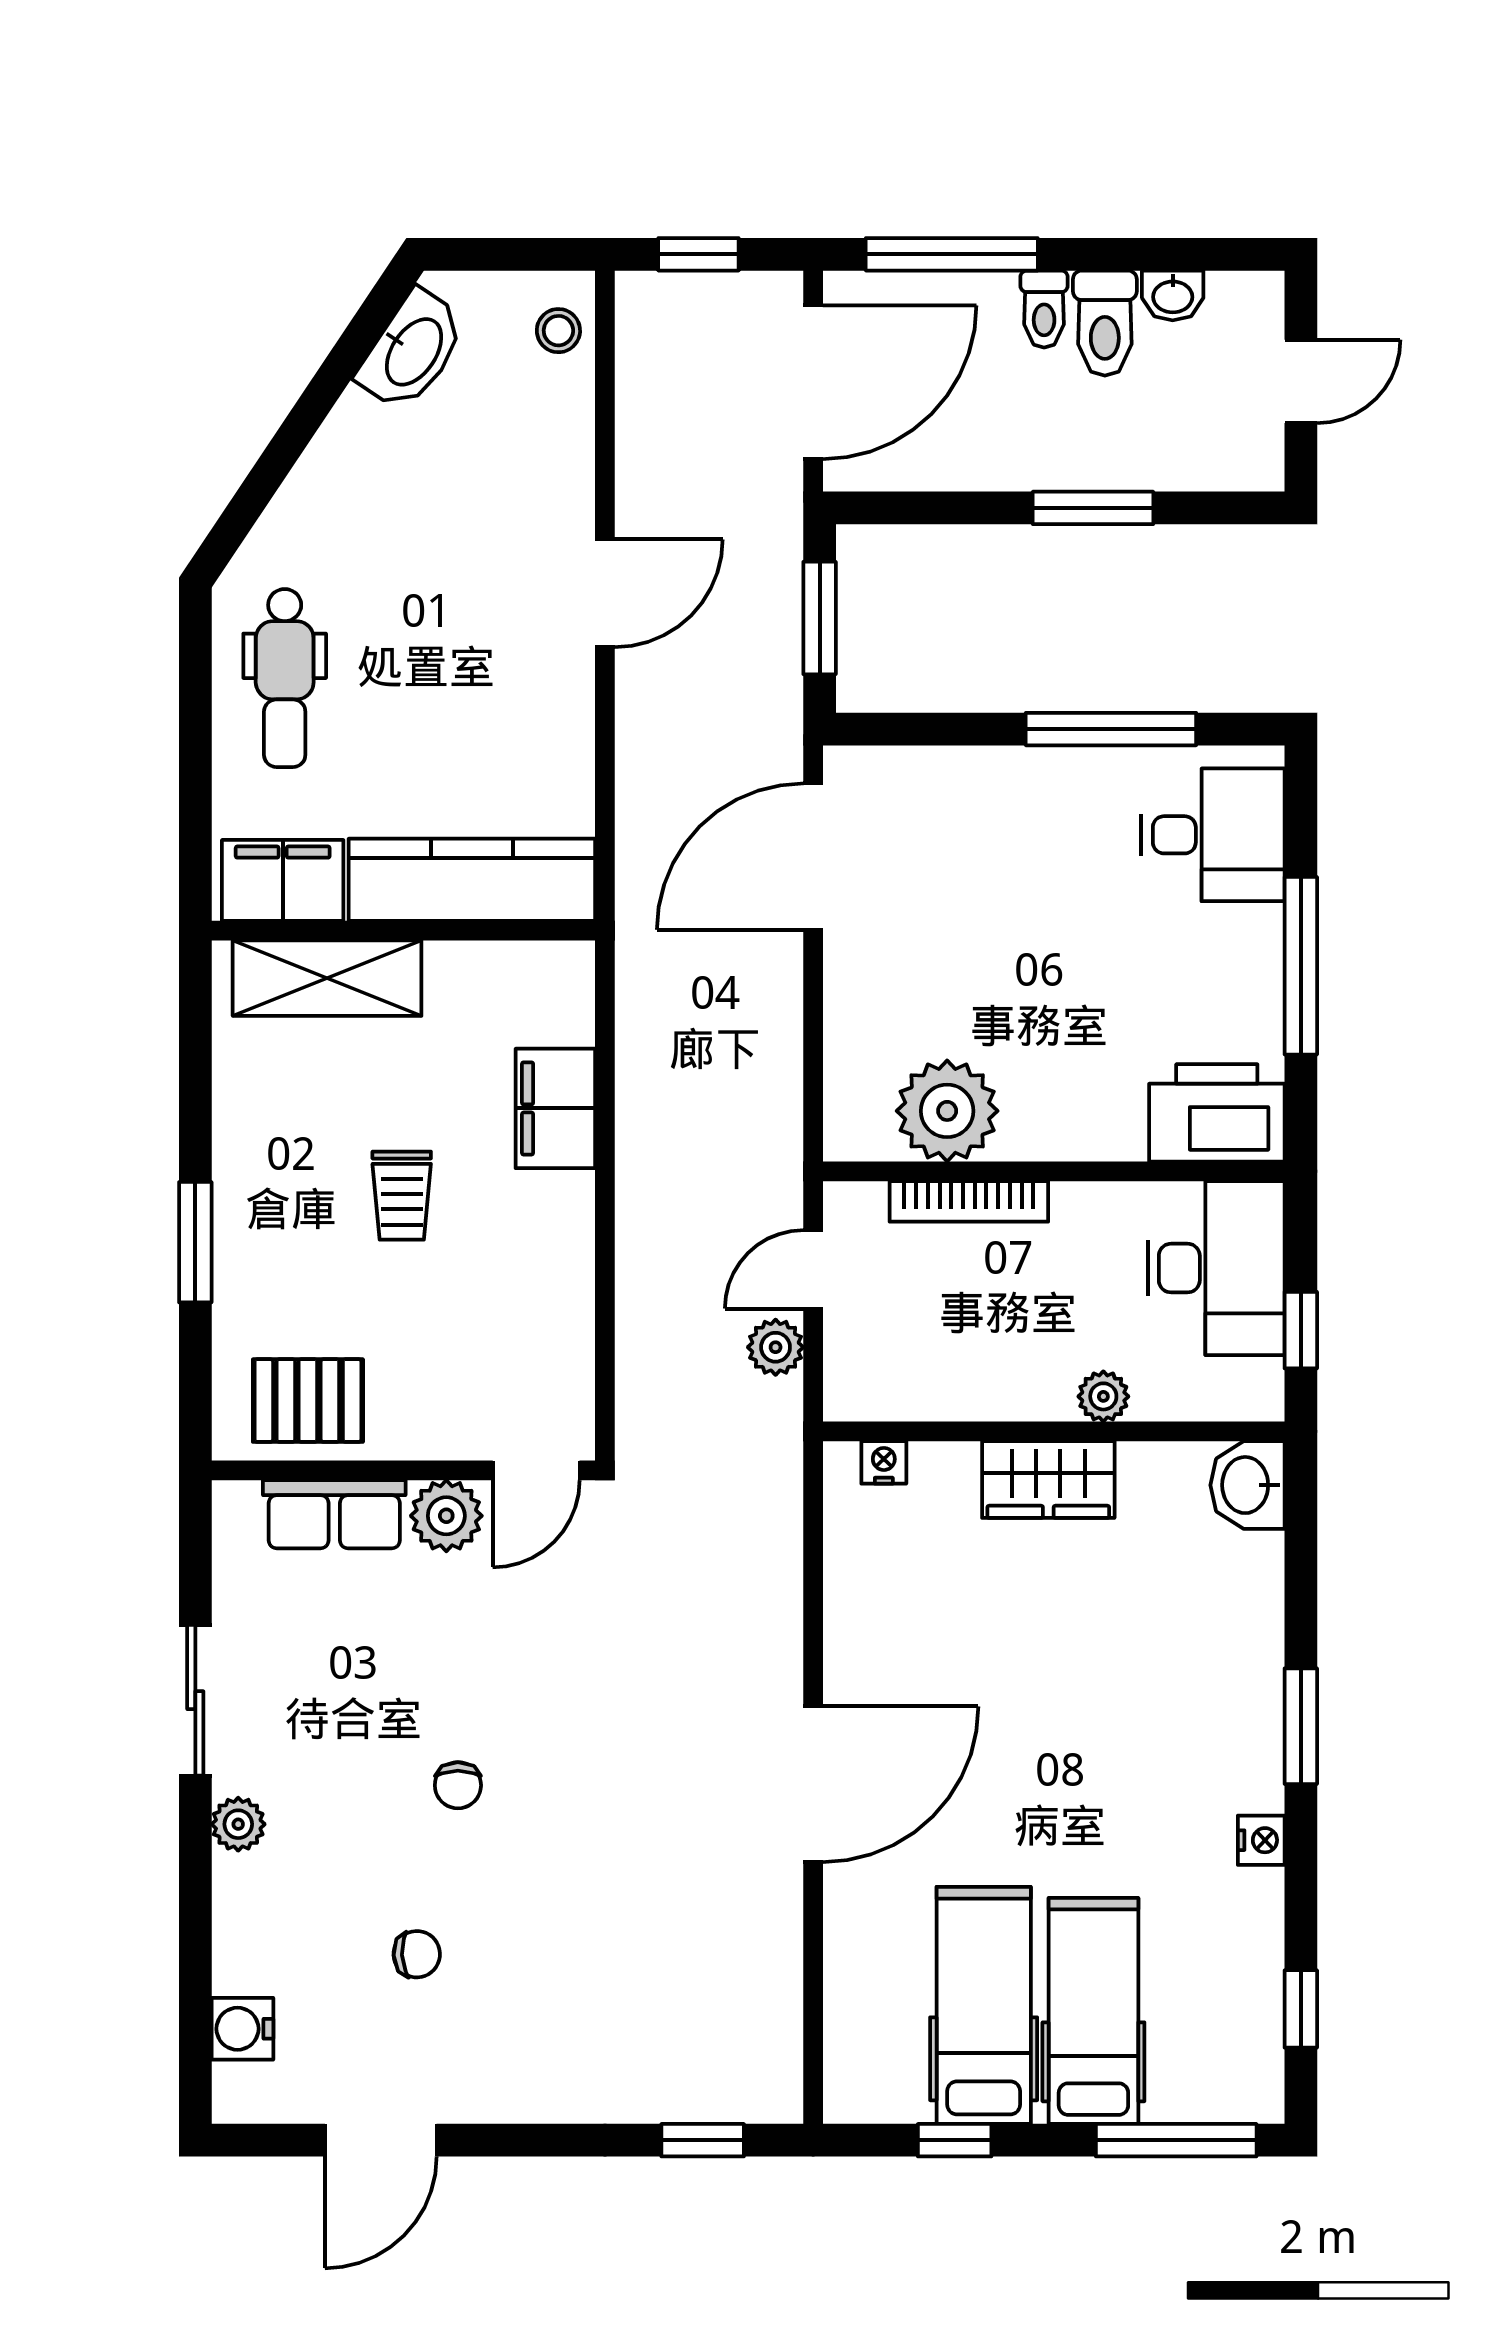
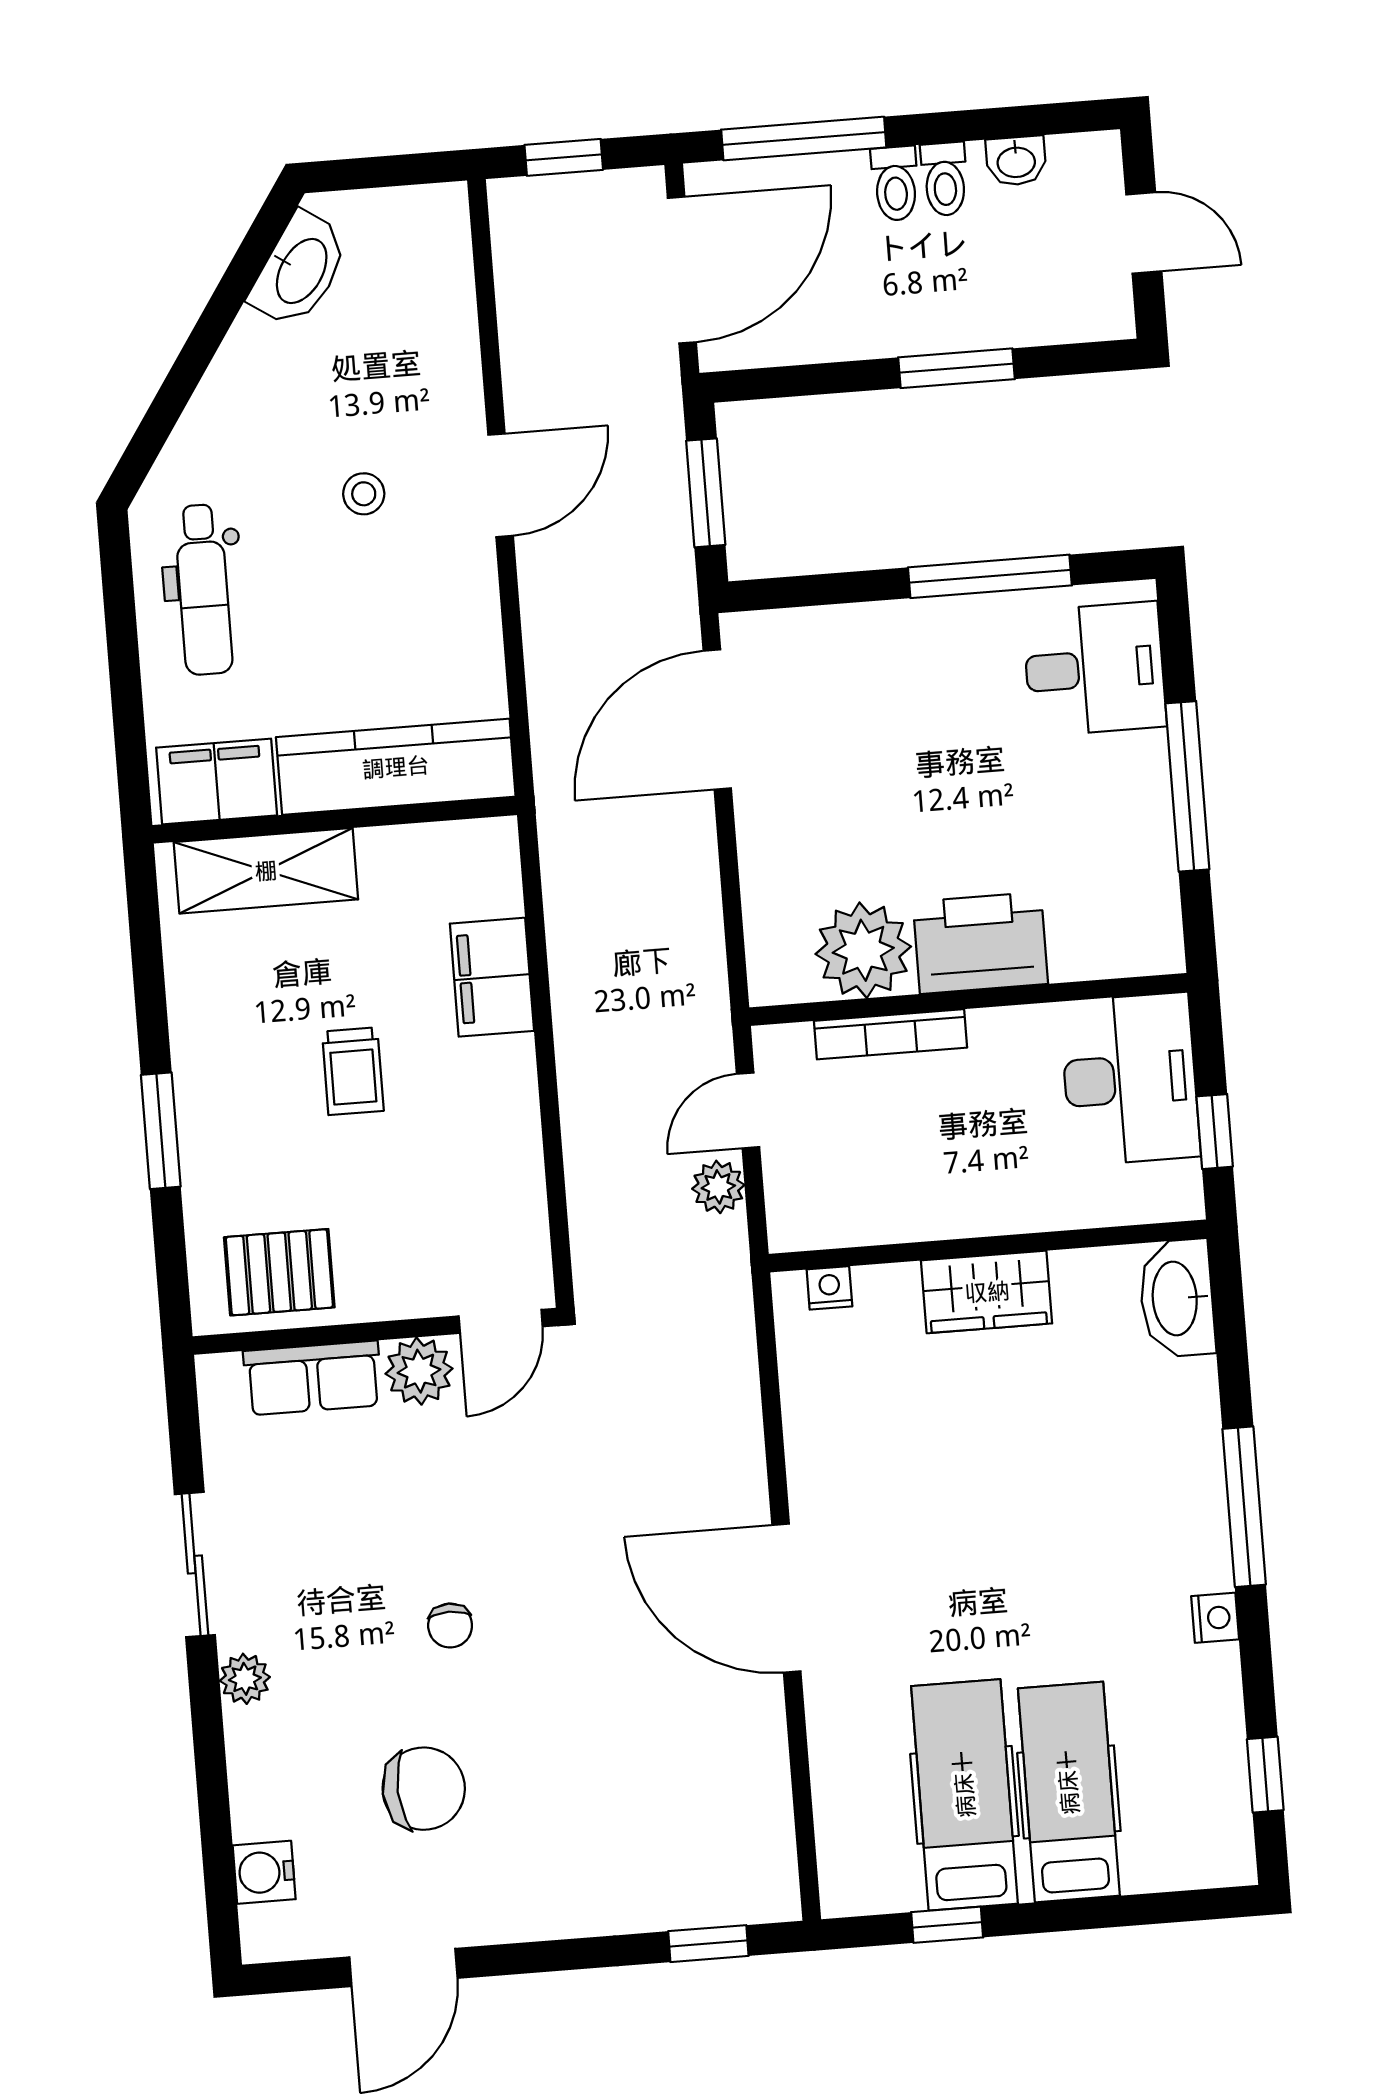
toilet: (1105, 323) -> (945, 179), width x0.73, depth x0.72
stool: (558, 331) -> (364, 494), moved
door: (1301, 381) -> (1144, 233), hinge flipped
printer: (1217, 1113) -> (980, 943), moved
plant: (1103, 1396) -> (1032, 1209), removed
washbasin: (1247, 1485) -> (1177, 1298), width x1.38
window: (1301, 1726) -> (1244, 1507), width x1.44
door: (813, 1784) -> (786, 1598), swing flipped
chair: (417, 1954) -> (424, 1789), width x1.87, depth x1.87
window: (1176, 2140) -> (1157, 1908), removed

